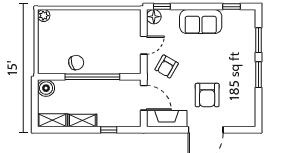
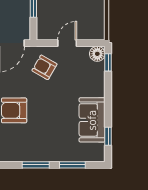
sofa: (201, 22) -> (92, 120), moved
door: (144, 45) -> (67, 43), swing flipped

